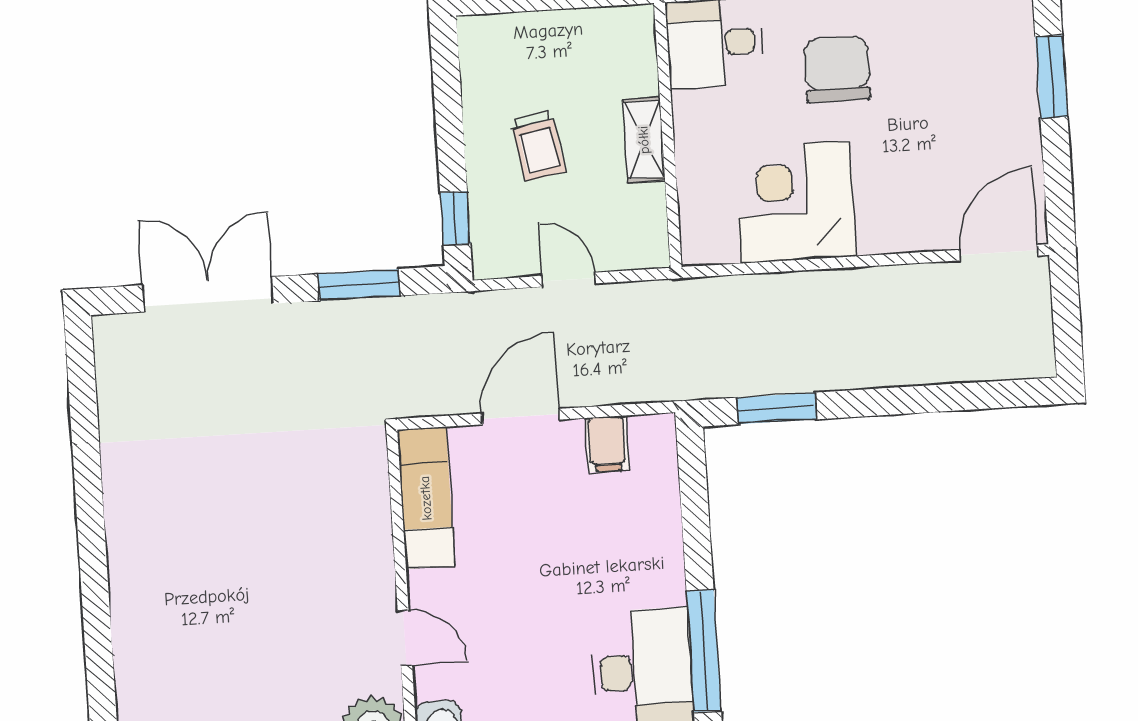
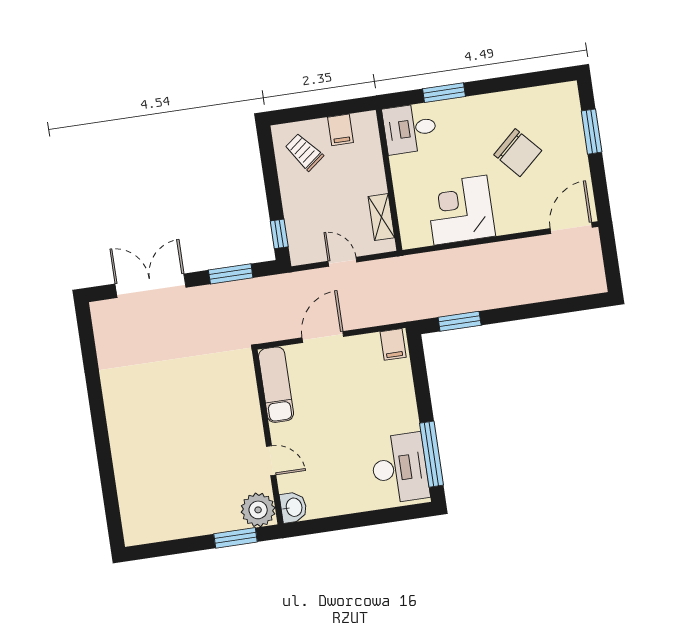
filing cabinet: (585, 34) -> (340, 130), added
chair: (837, 69) -> (518, 153), moved, turned 138
shelving: (644, 140) -> (381, 217), moved
trolley: (538, 146) -> (304, 152), moved, turned 152
filing cabinet: (607, 444) -> (393, 344), moved

